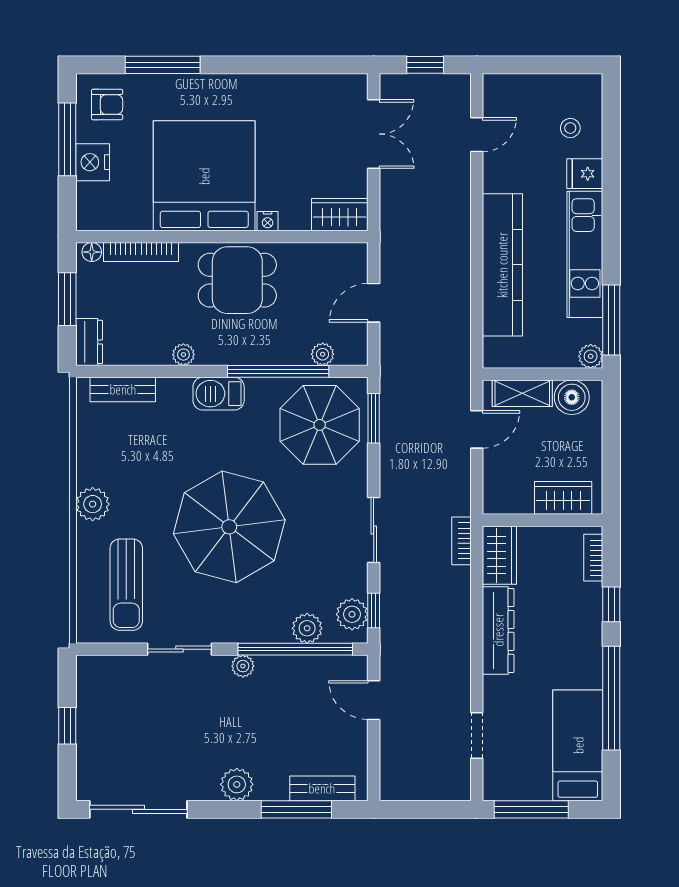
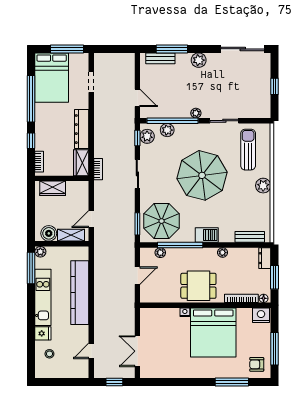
nightstand: (93, 162) -> (261, 315), moved, turned -90
wardrobe: (340, 215) -> (153, 315), removed
bed: (578, 745) -> (52, 78), width x1.50

